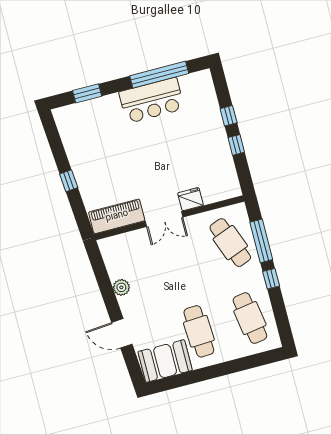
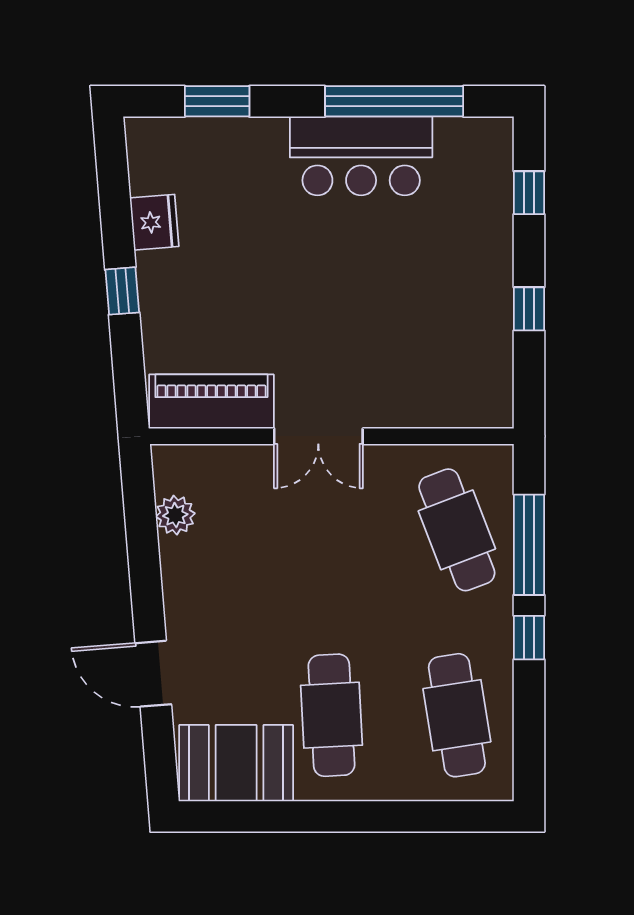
window: (229, 116) -> (529, 193), moved
fridge: (190, 199) -> (154, 222), moved, turned 85
plant: (121, 287) -> (175, 515), moved

